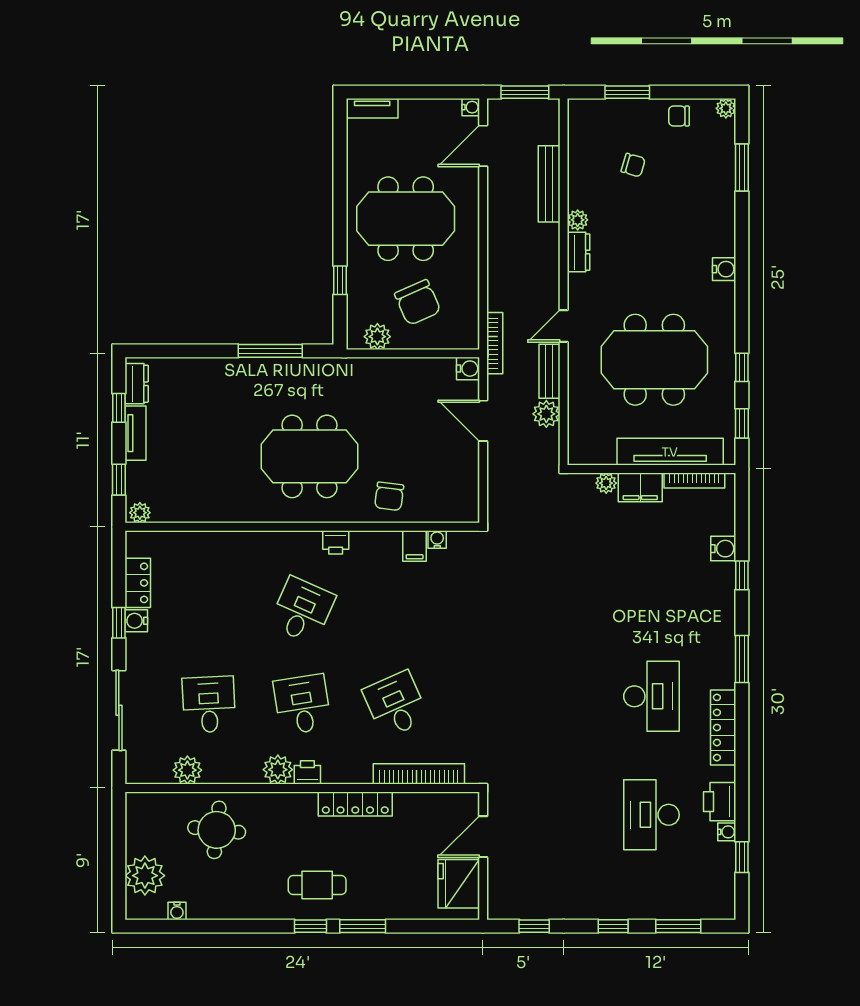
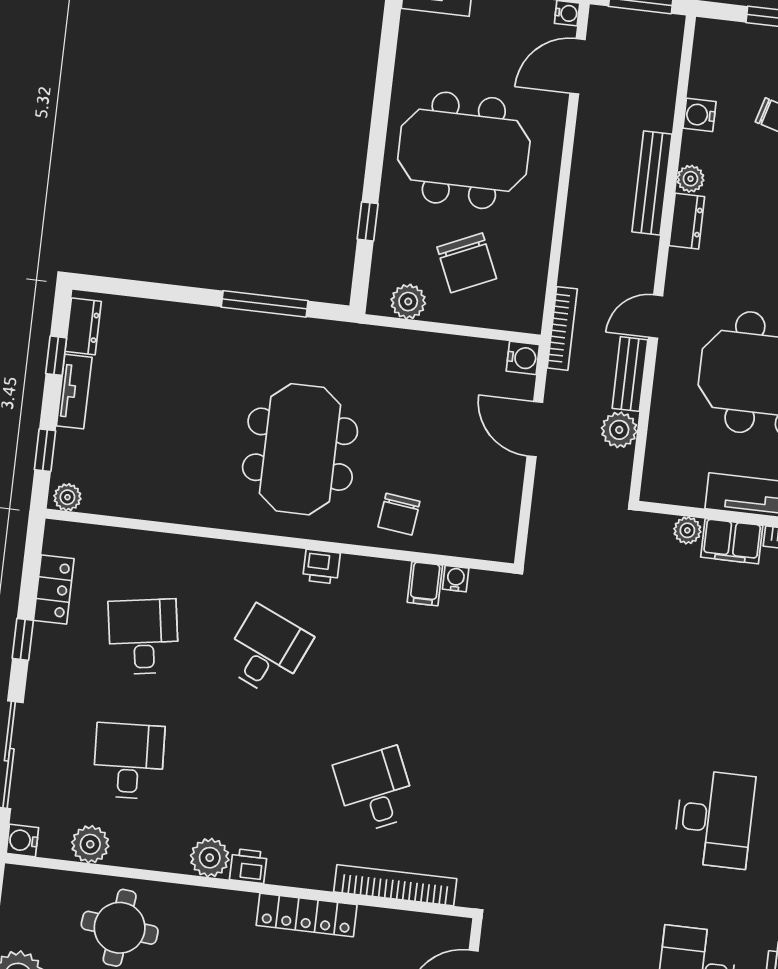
water cooler: (579, 171) -> (700, 115), added
bench: (549, 184) -> (652, 183), moved
meeting table: (309, 456) -> (300, 449), turned 90
water cooler: (136, 621) -> (22, 840), moved
desk: (302, 704) -> (143, 637), moved

